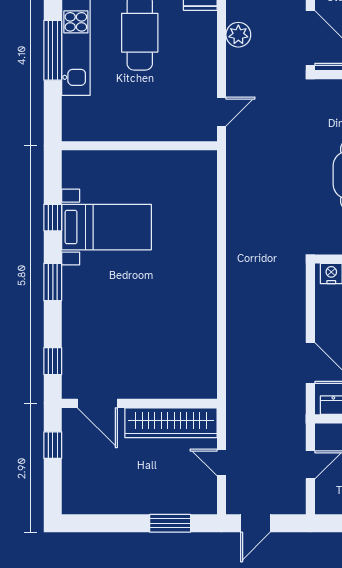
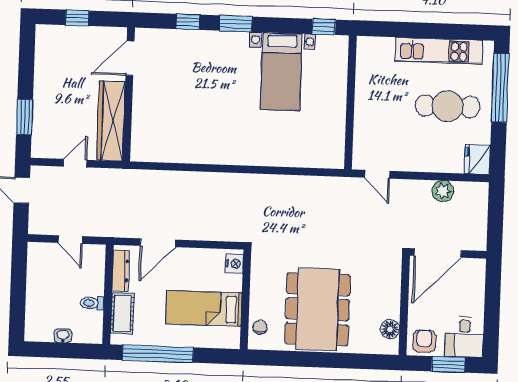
window: (53, 50) -> (435, 31), removed
window: (53, 218) -> (324, 27), moved
window: (53, 361) -> (188, 22), moved
window: (53, 445) -> (77, 18), moved

